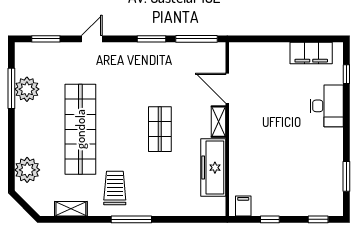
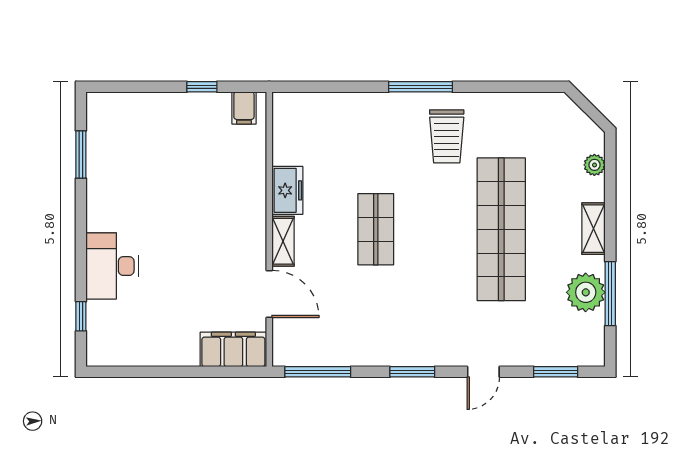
window: (151, 39) -> (412, 372), moved
filing cabinet: (311, 53) -> (233, 349), moved
freezer: (213, 168) -> (287, 190), width x0.52, depth x0.79
plant: (27, 170) -> (594, 165), width x0.53, depth x0.53
shelving: (71, 209) -> (594, 229), moved, turned 90
window: (318, 219) -> (126, 87), removed

